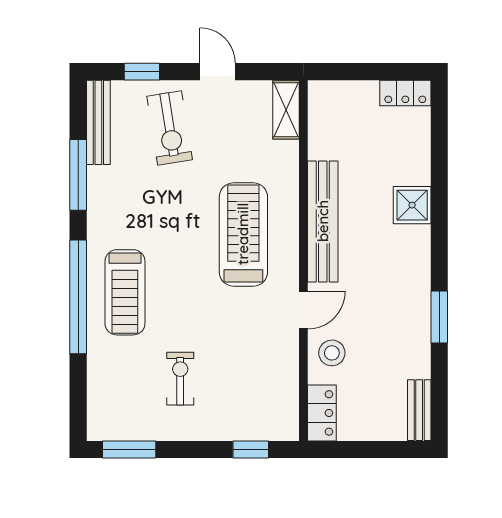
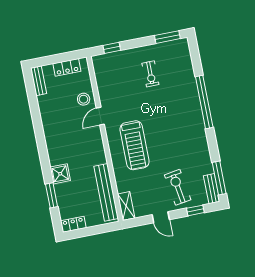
bench: (98, 122) -> (212, 189), width x0.73
window: (78, 175) -> (219, 178), moved
bench: (323, 221) -> (106, 192), moved
treadmill: (125, 292) -> (183, 108), removed
window: (439, 317) -> (52, 195), moved
locker: (322, 413) -> (67, 67), moved, turned -90

